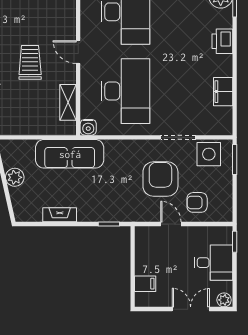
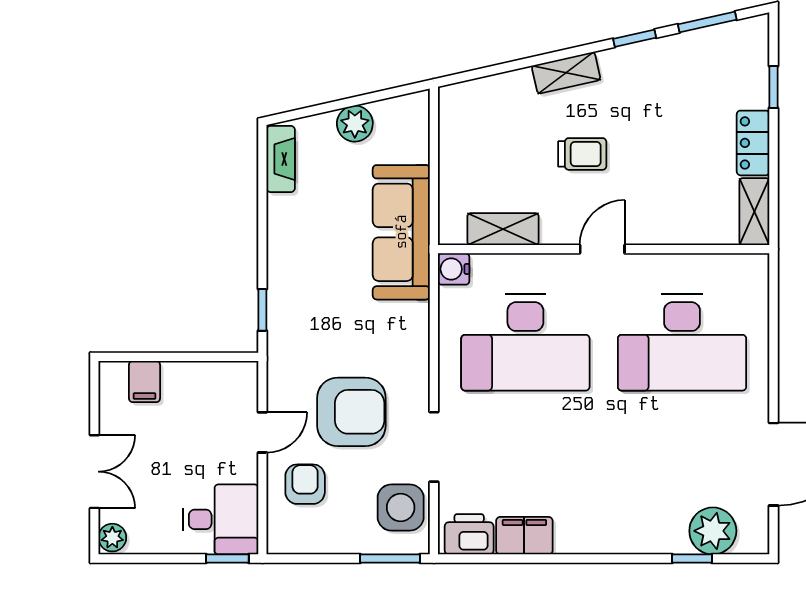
printer: (222, 41) -> (469, 534), moved
trolley: (30, 62) -> (582, 154), width x0.73, depth x0.72
fireplace: (60, 215) -> (281, 159), moved
desk: (213, 263) -> (221, 519), moved, turned -90

